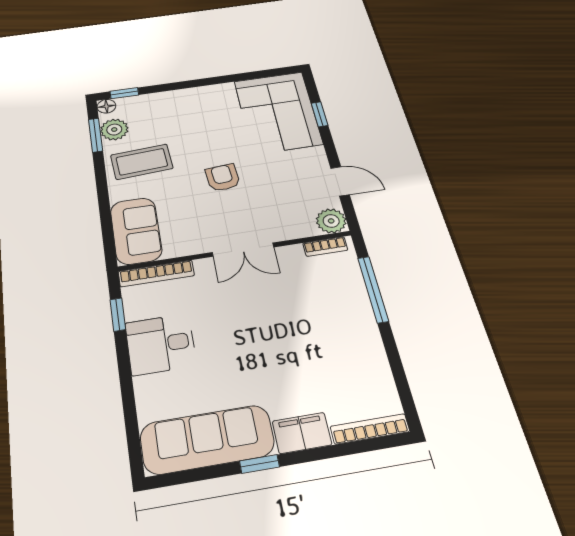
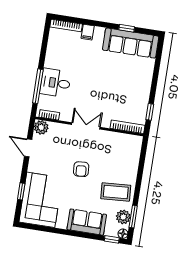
sofa: (136, 231) -> (87, 222), moved, turned 90
desk: (161, 344) -> (55, 83), moved, turned 180
filing cabinet: (302, 433) -> (88, 32), width x0.50
window: (259, 464) -> (127, 28), moved

